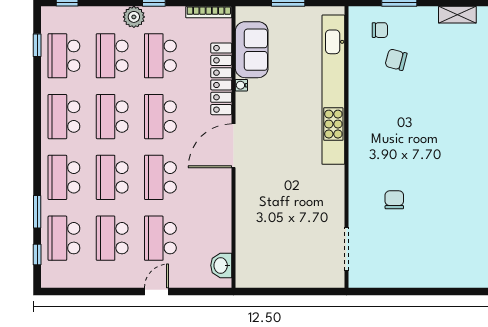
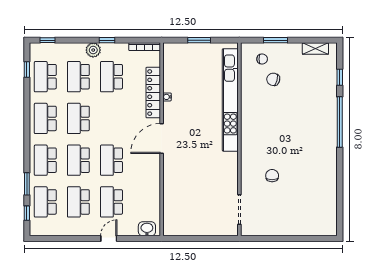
sofa: (252, 50) -> (174, 73), removed
school desk: (160, 117) -> (111, 118), removed
washbasin: (221, 265) -> (147, 229), moved, turned 90

